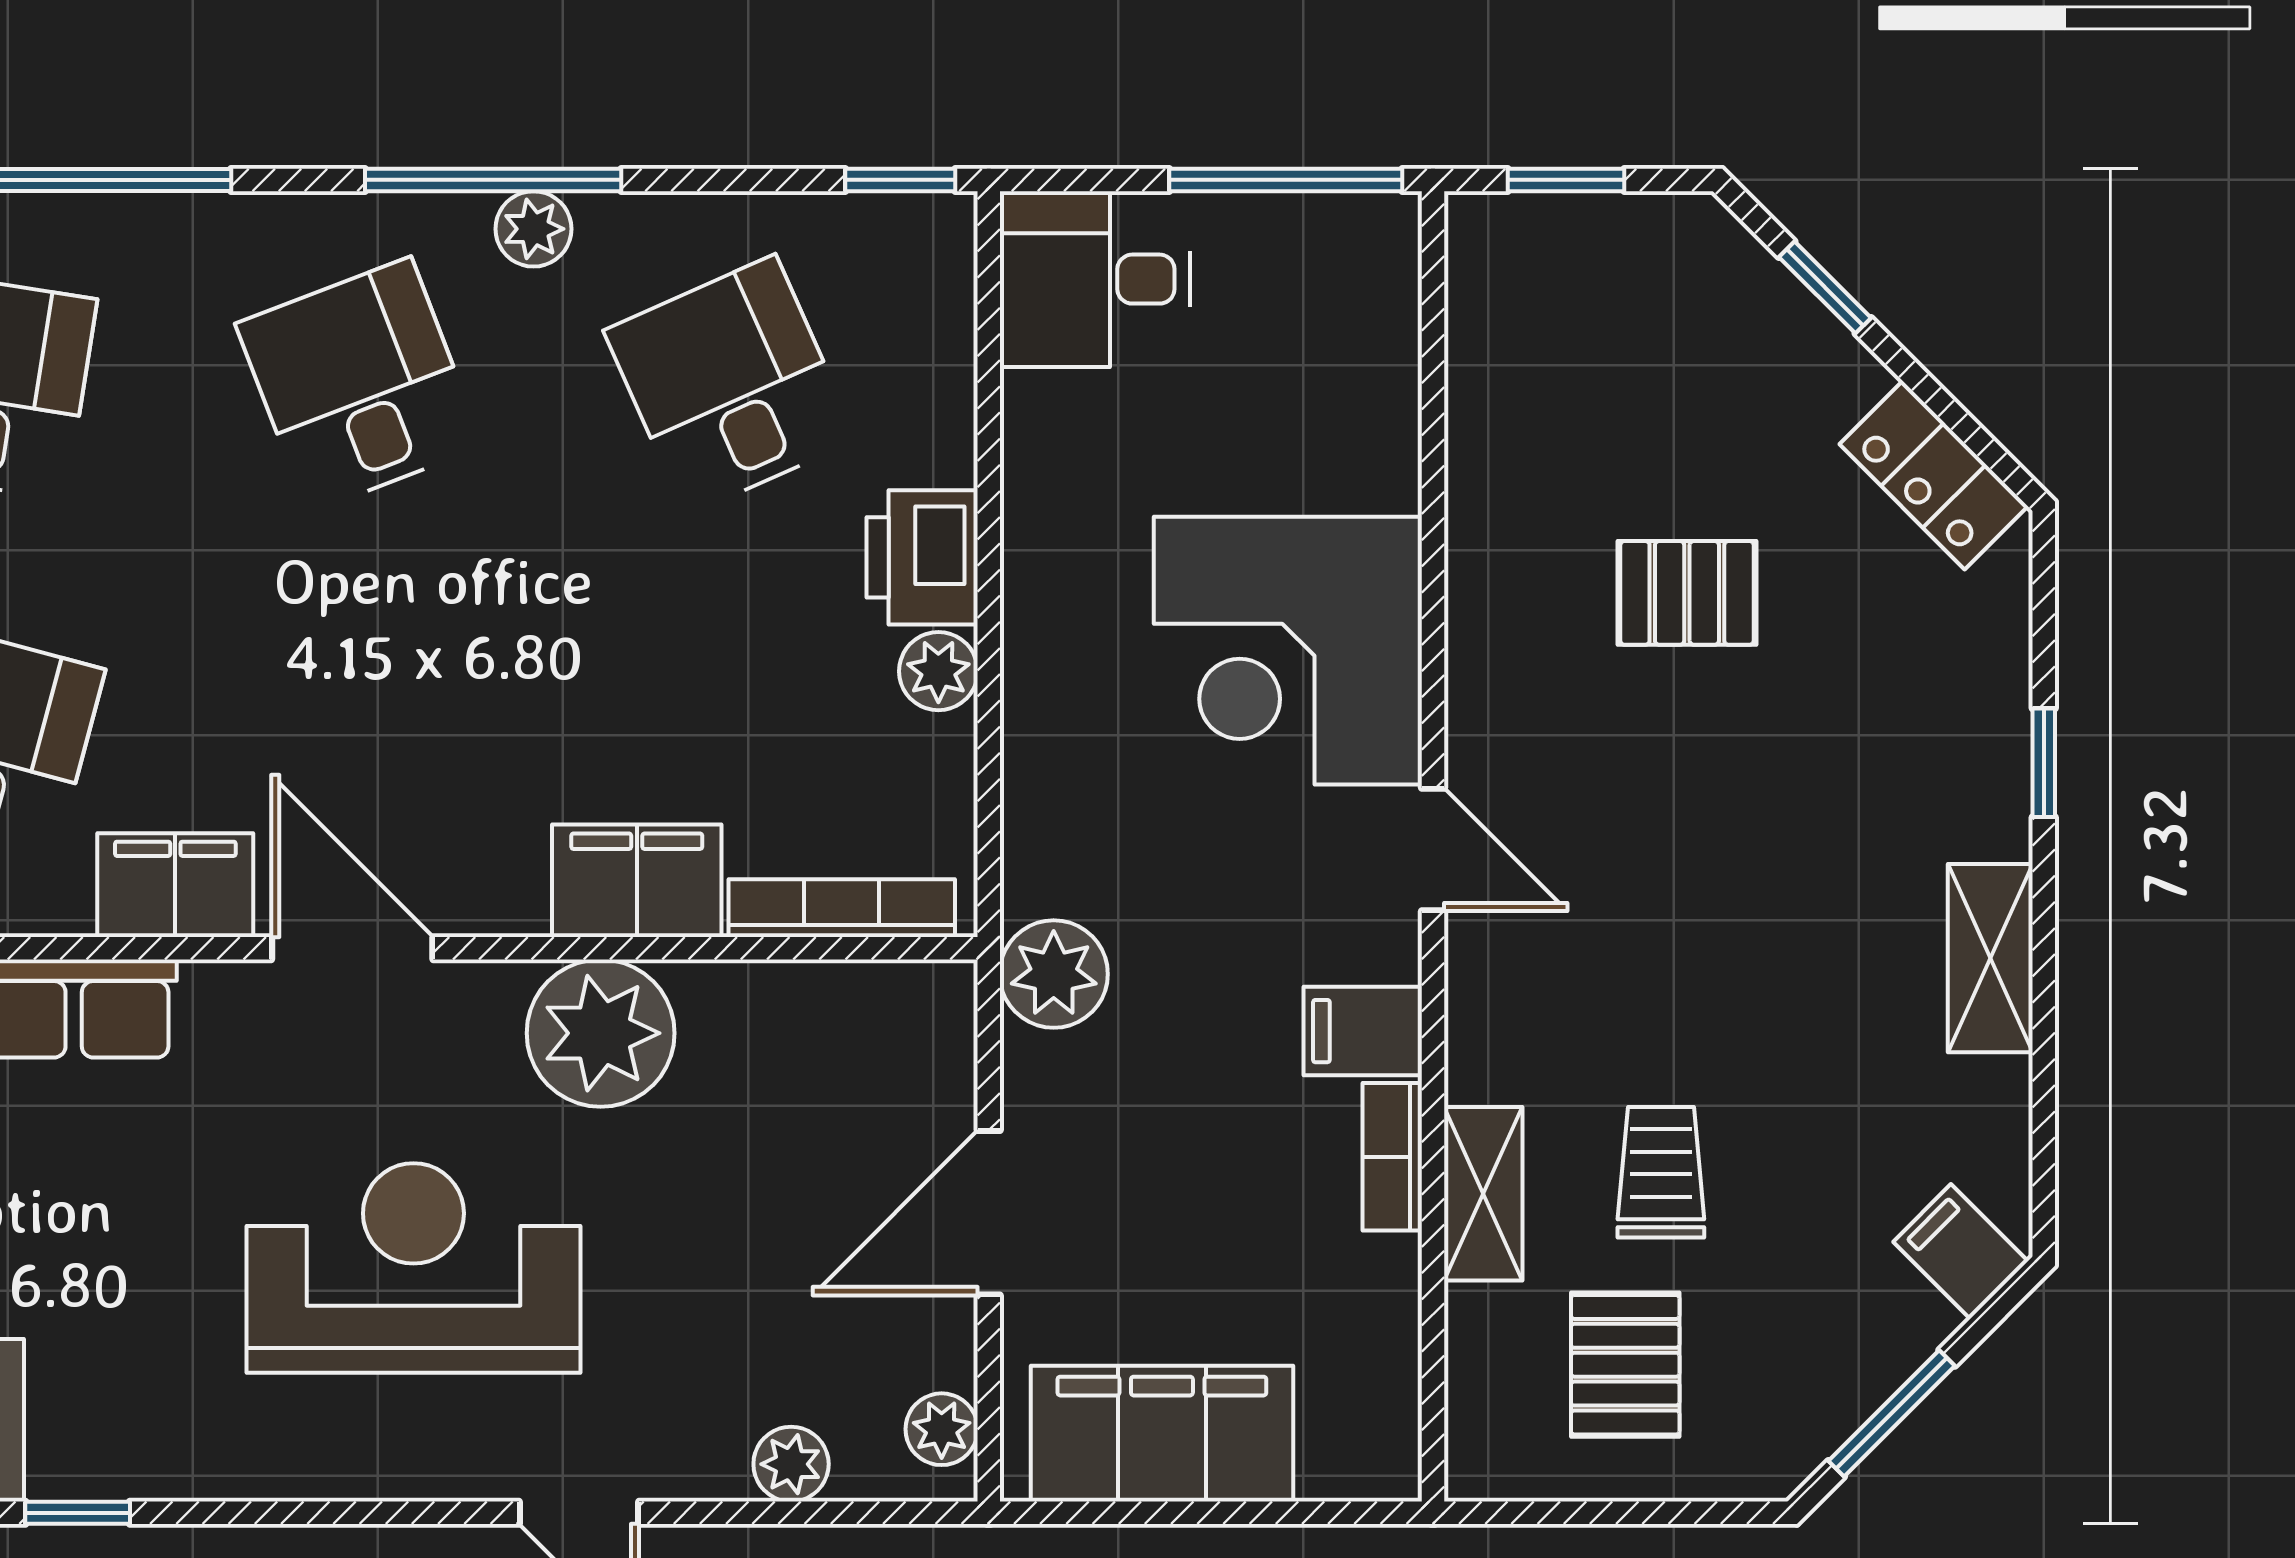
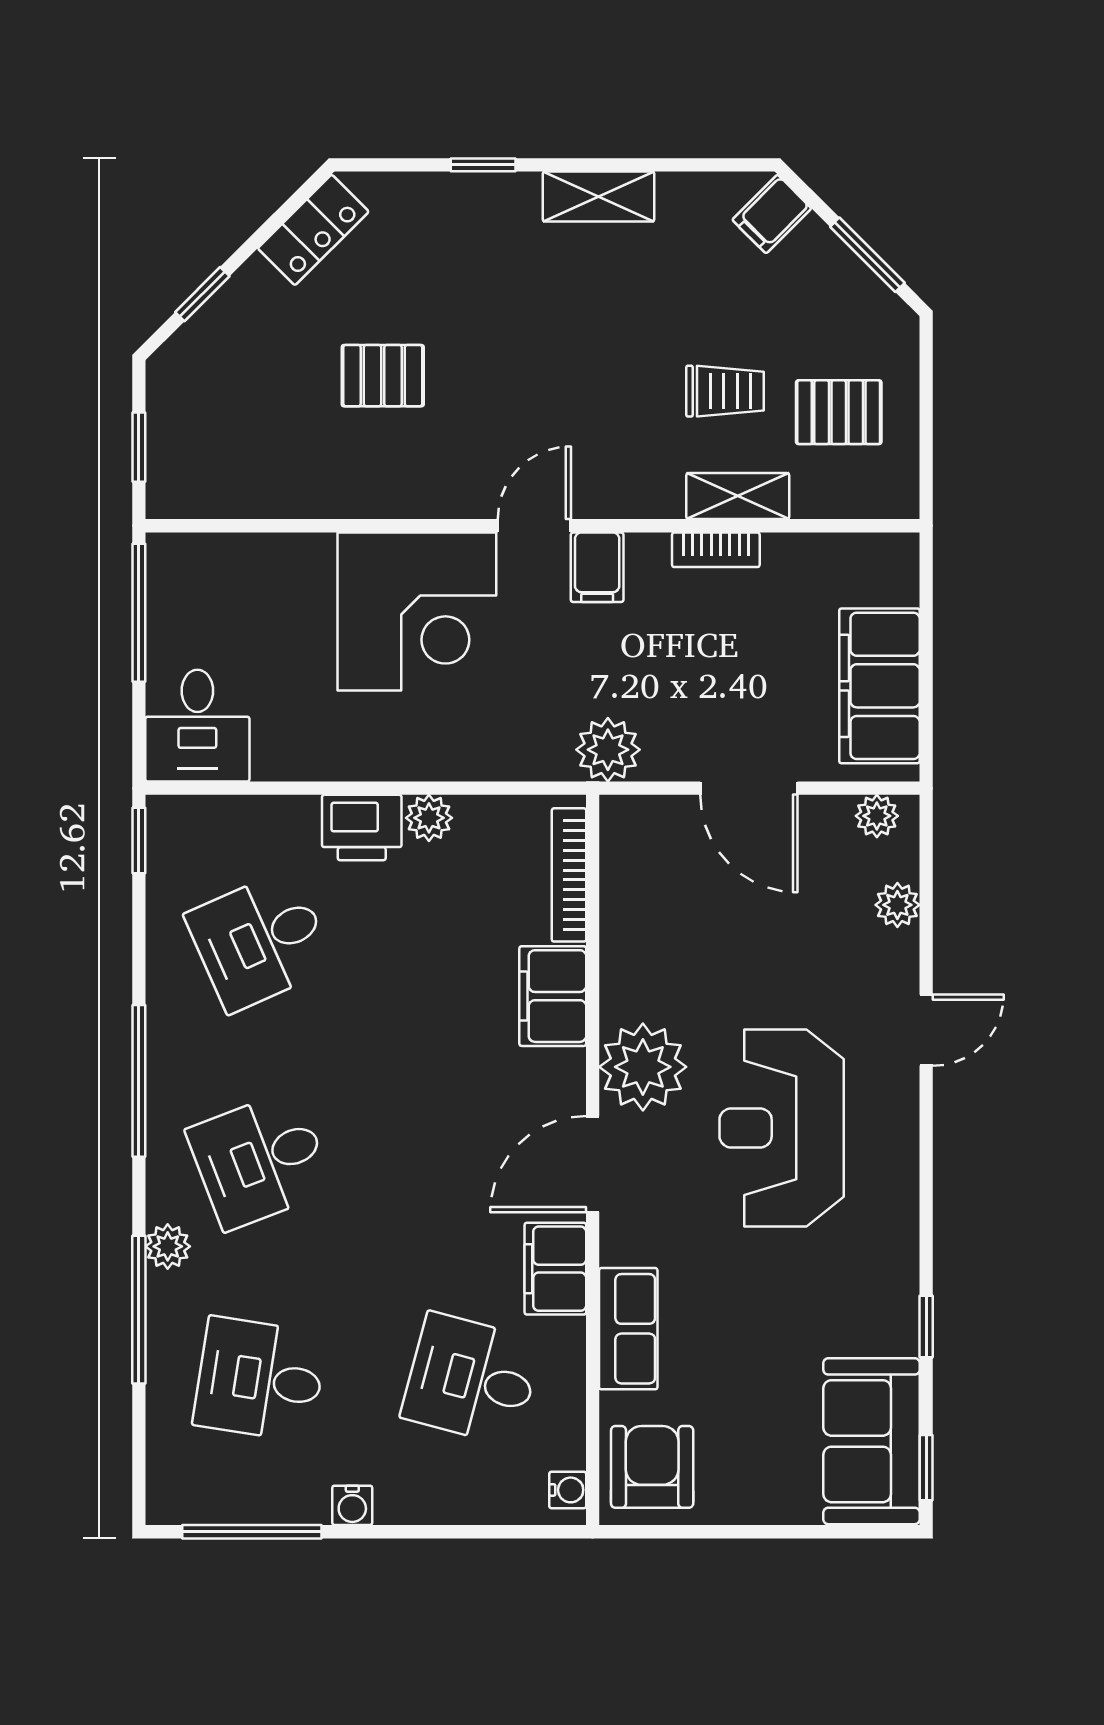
plant: (533, 229) -> (168, 1246), moved
pallet: (1687, 593) -> (383, 376), turned 90
filing cabinet: (1363, 1031) -> (597, 567), moved
plant: (601, 1033) -> (643, 1067), moved
trolley: (1661, 1172) -> (725, 391), turned 180

